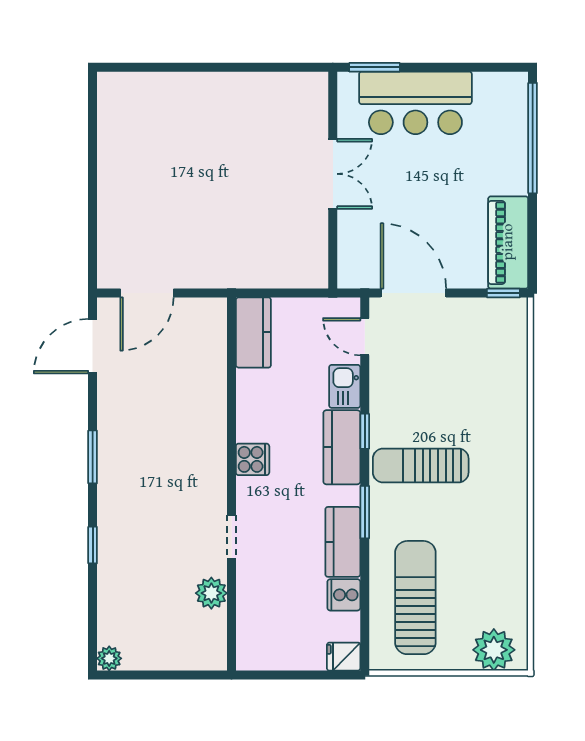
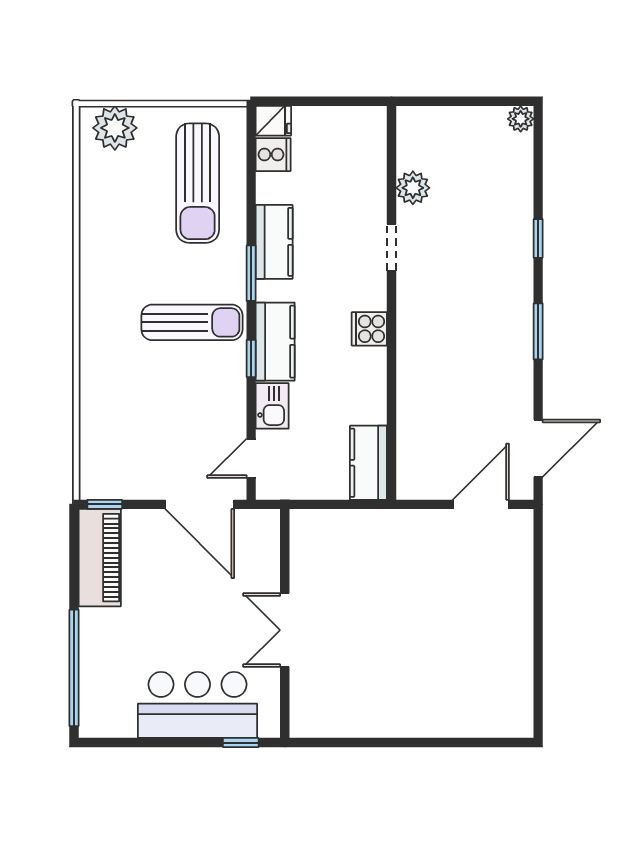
window: (375, 67) -> (241, 743), width x0.67
door: (365, 337) -> (251, 458), swing flipped
cooker: (344, 595) -> (273, 155), moved

